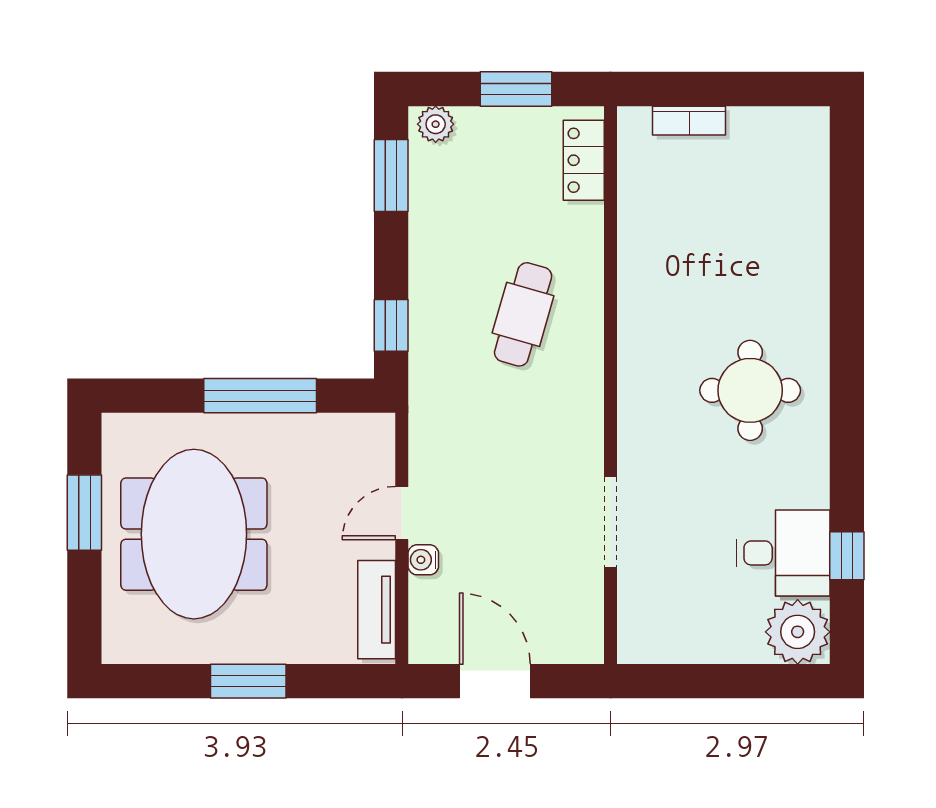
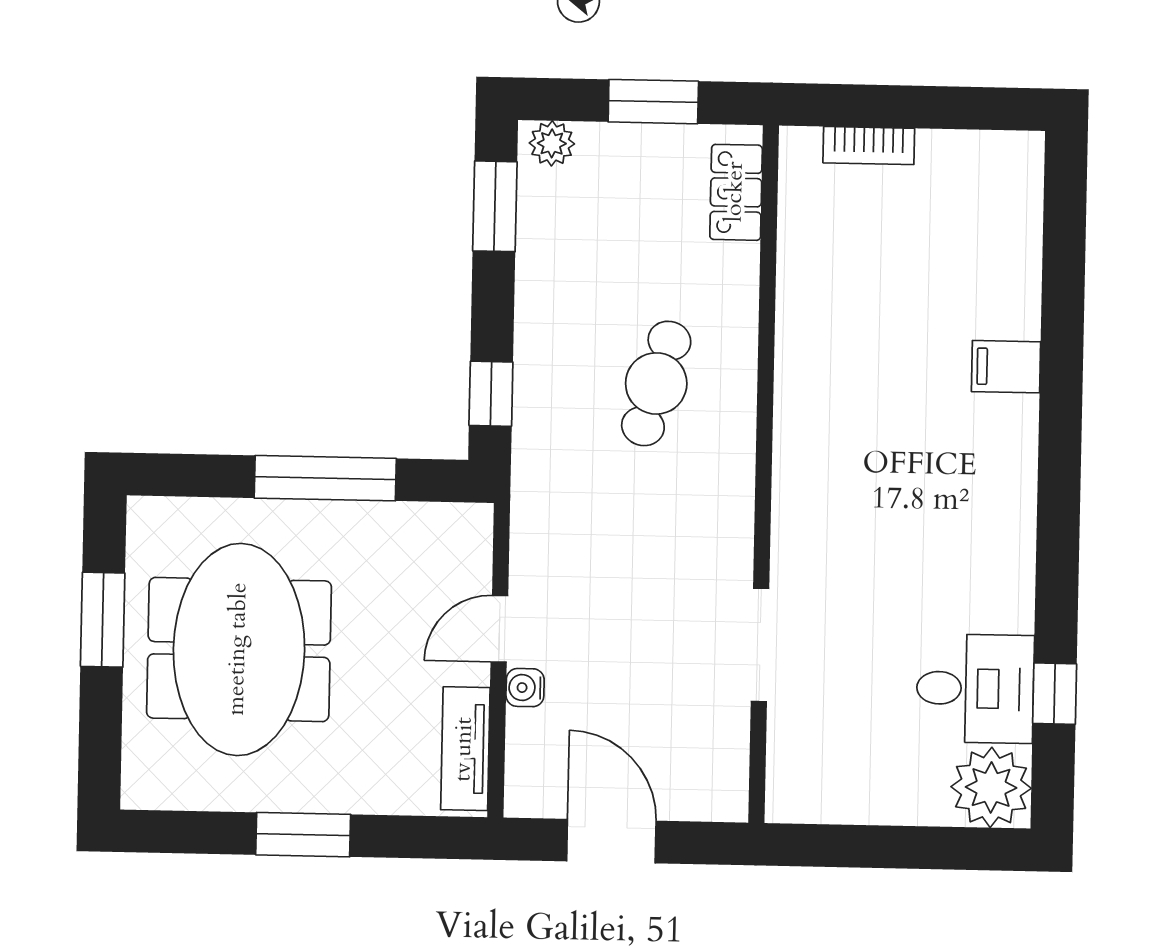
filing cabinet: (803, 295) -> (1006, 367), added
round table: (750, 390) -> (938, 484), removed

